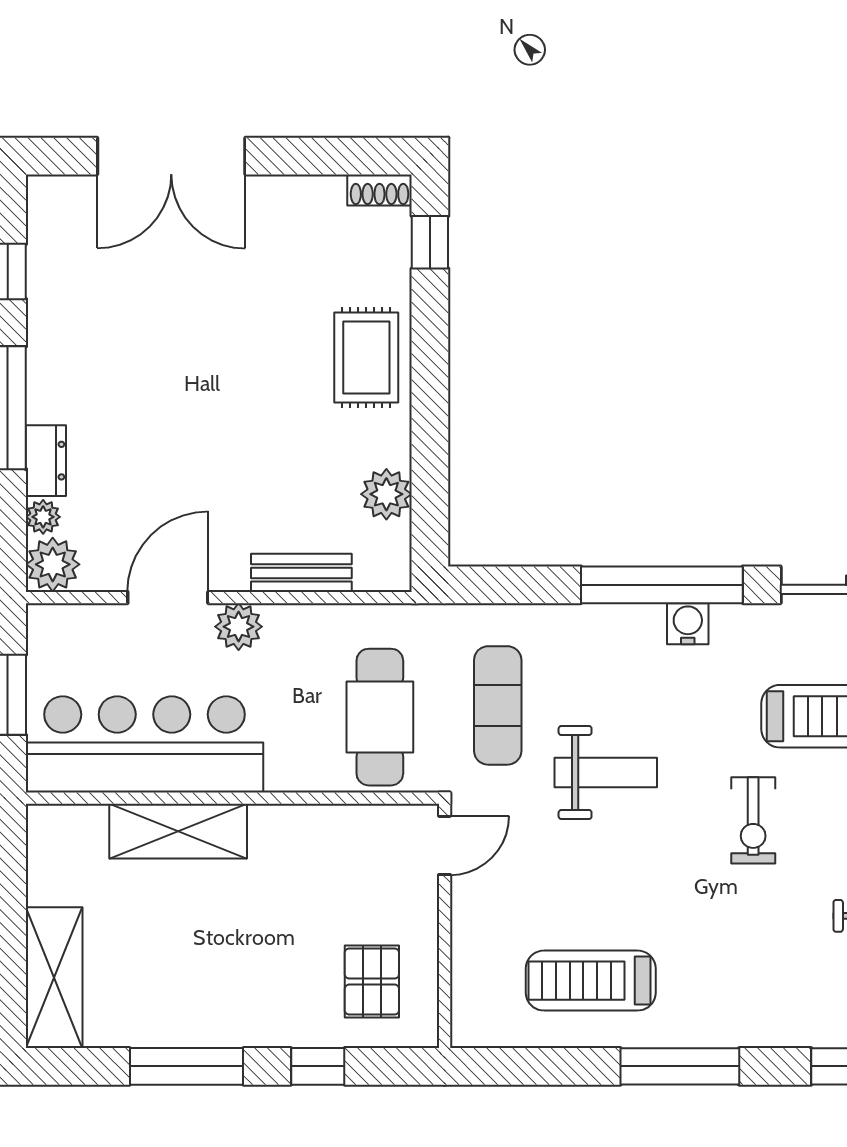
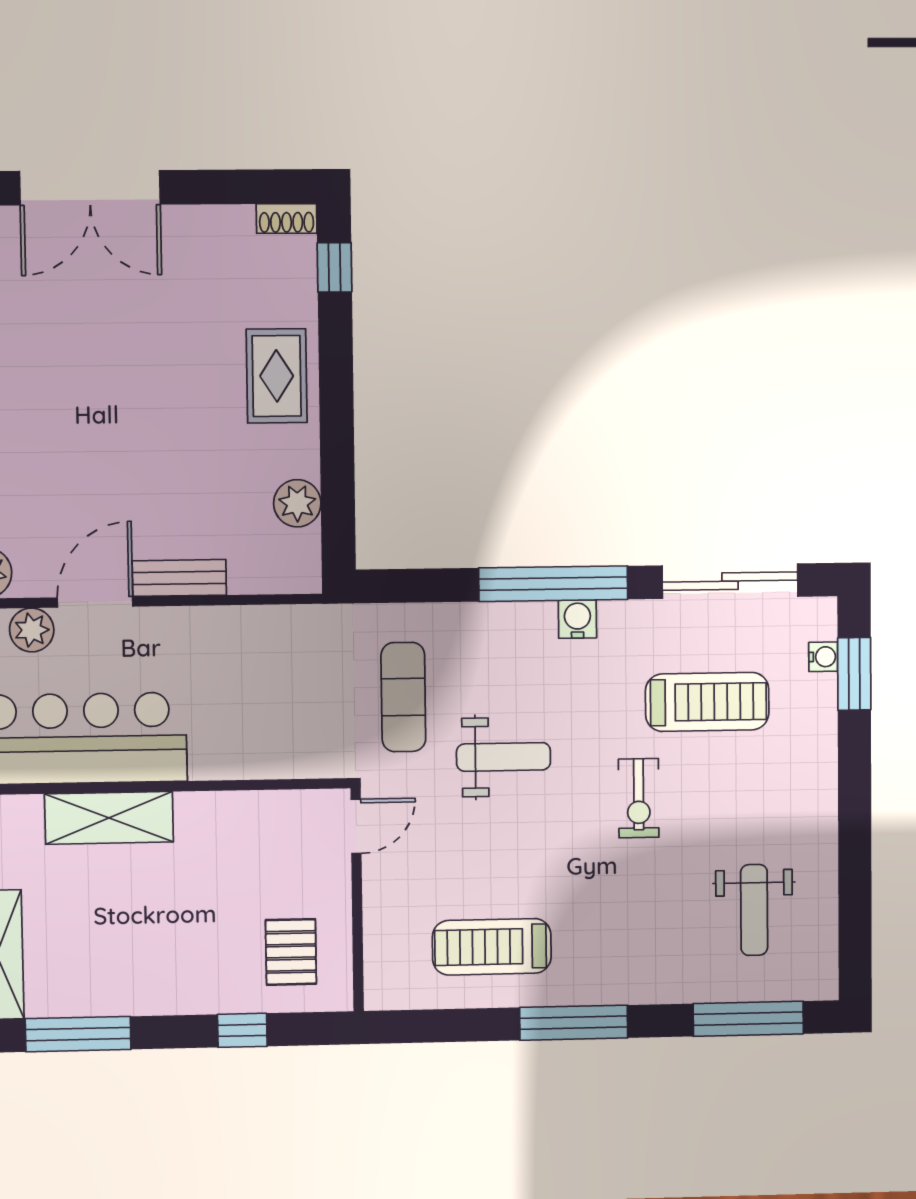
bench: (301, 573) -> (179, 578), moved
plant: (239, 627) -> (32, 630), moved
cafe table: (380, 717) -> (295, 710), removed
window: (186, 1066) -> (78, 1034), moved

